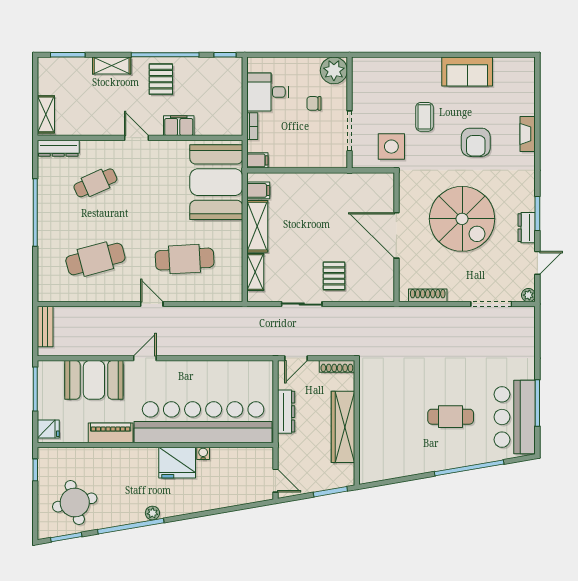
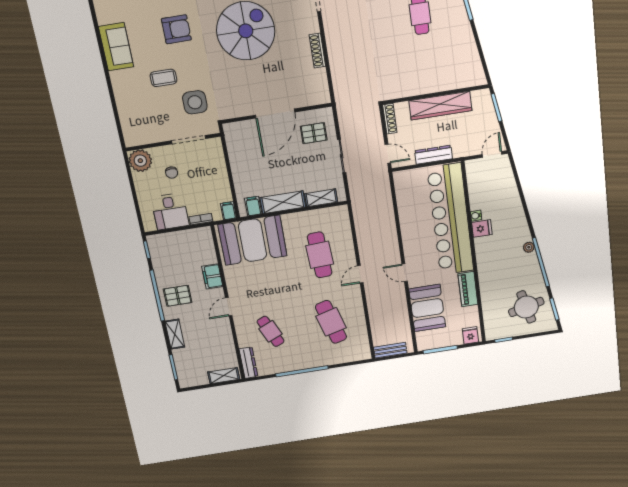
door: (396, 235) -> (275, 114), moved
wall: (396, 237) -> (277, 113), moved
fridge: (177, 463) -> (482, 229), width x0.53, depth x0.75

